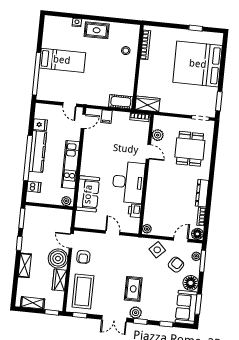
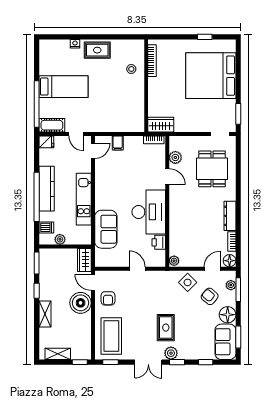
cot: (121, 102) -> (52, 125), moved
fridge: (40, 125) -> (46, 142), moved
plant: (66, 201) -> (60, 239), moved
armchair: (176, 265) -> (210, 296), turned -84
wardrobe: (59, 280) -> (84, 260), moved

